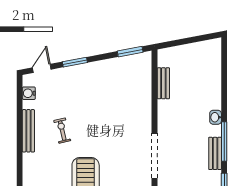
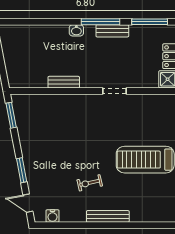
bench: (163, 83) -> (64, 82), moved
bench: (28, 131) -> (108, 216), moved
doorway: (155, 156) -> (115, 91), width x0.53

